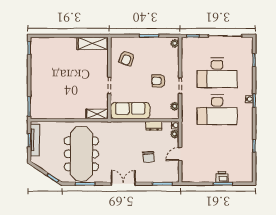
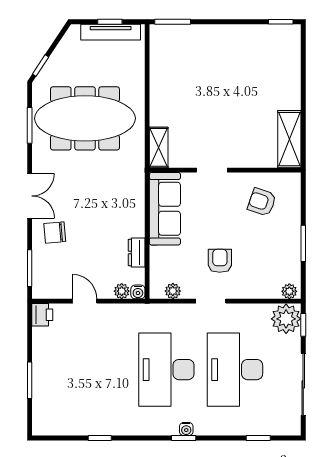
plant: (190, 45) -> (286, 319), added
chair: (148, 157) -> (55, 233), moved
printer: (222, 177) -> (42, 315), moved

